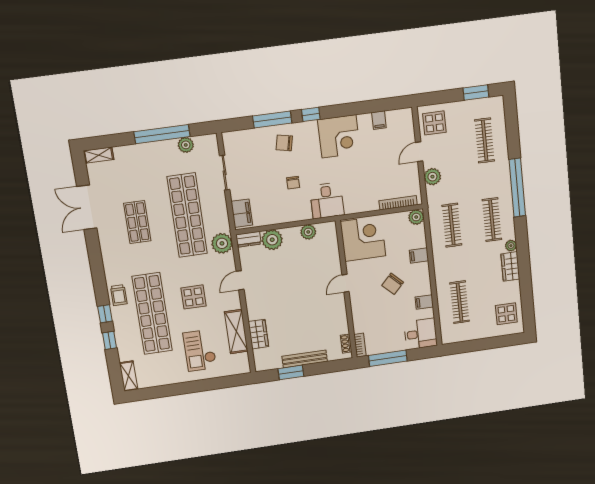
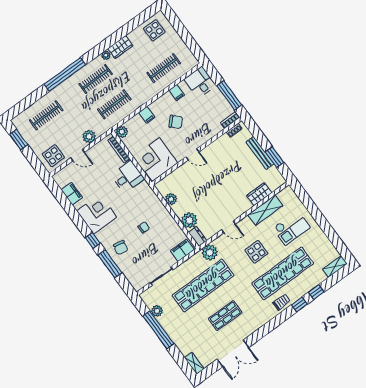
filing cabinet: (379, 120) -> (72, 194), width x2.00
desk: (327, 201) -> (128, 177), moved

